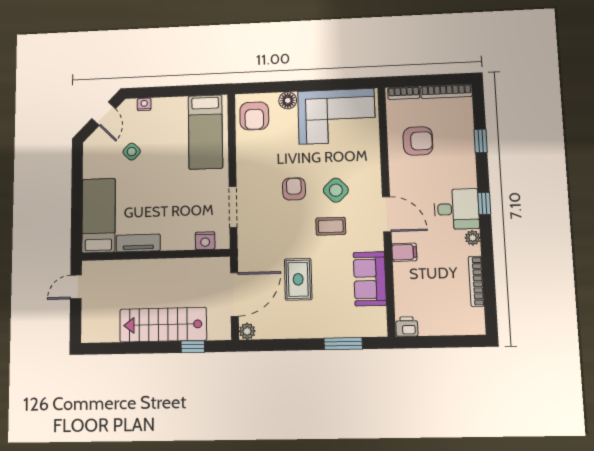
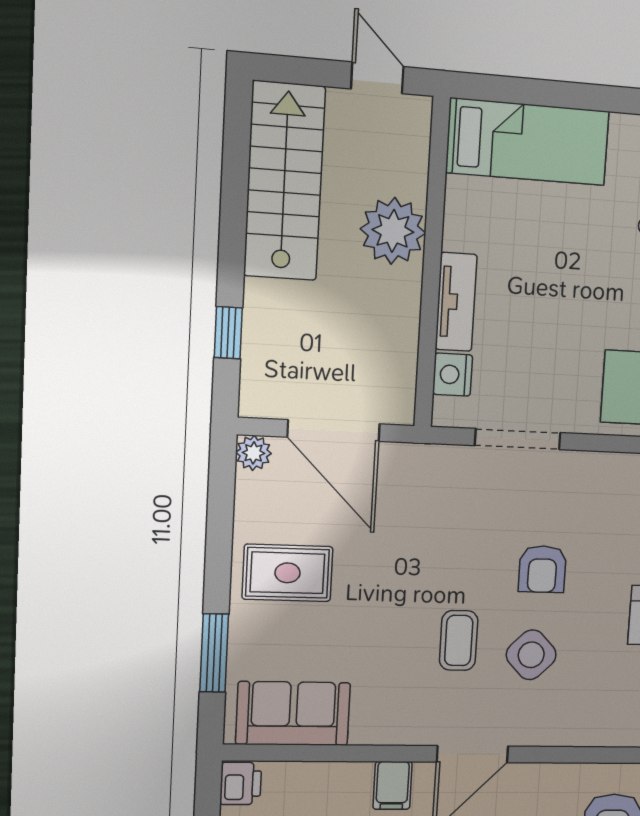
armchair: (294, 189) -> (542, 569), turned 90
tv unit: (138, 243) -> (456, 302), moved
plant: (142, 274) -> (393, 231), added
rug: (298, 279) -> (287, 573), moved
sofa: (370, 279) -> (293, 714), moved
stairs: (163, 325) -> (284, 181), moved

